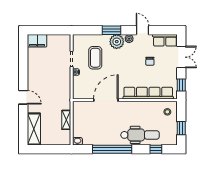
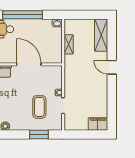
window: (112, 30) -> (39, 135), moved
plant: (117, 42) -> (18, 123), removed
door: (106, 100) -> (29, 64), swing flipped

